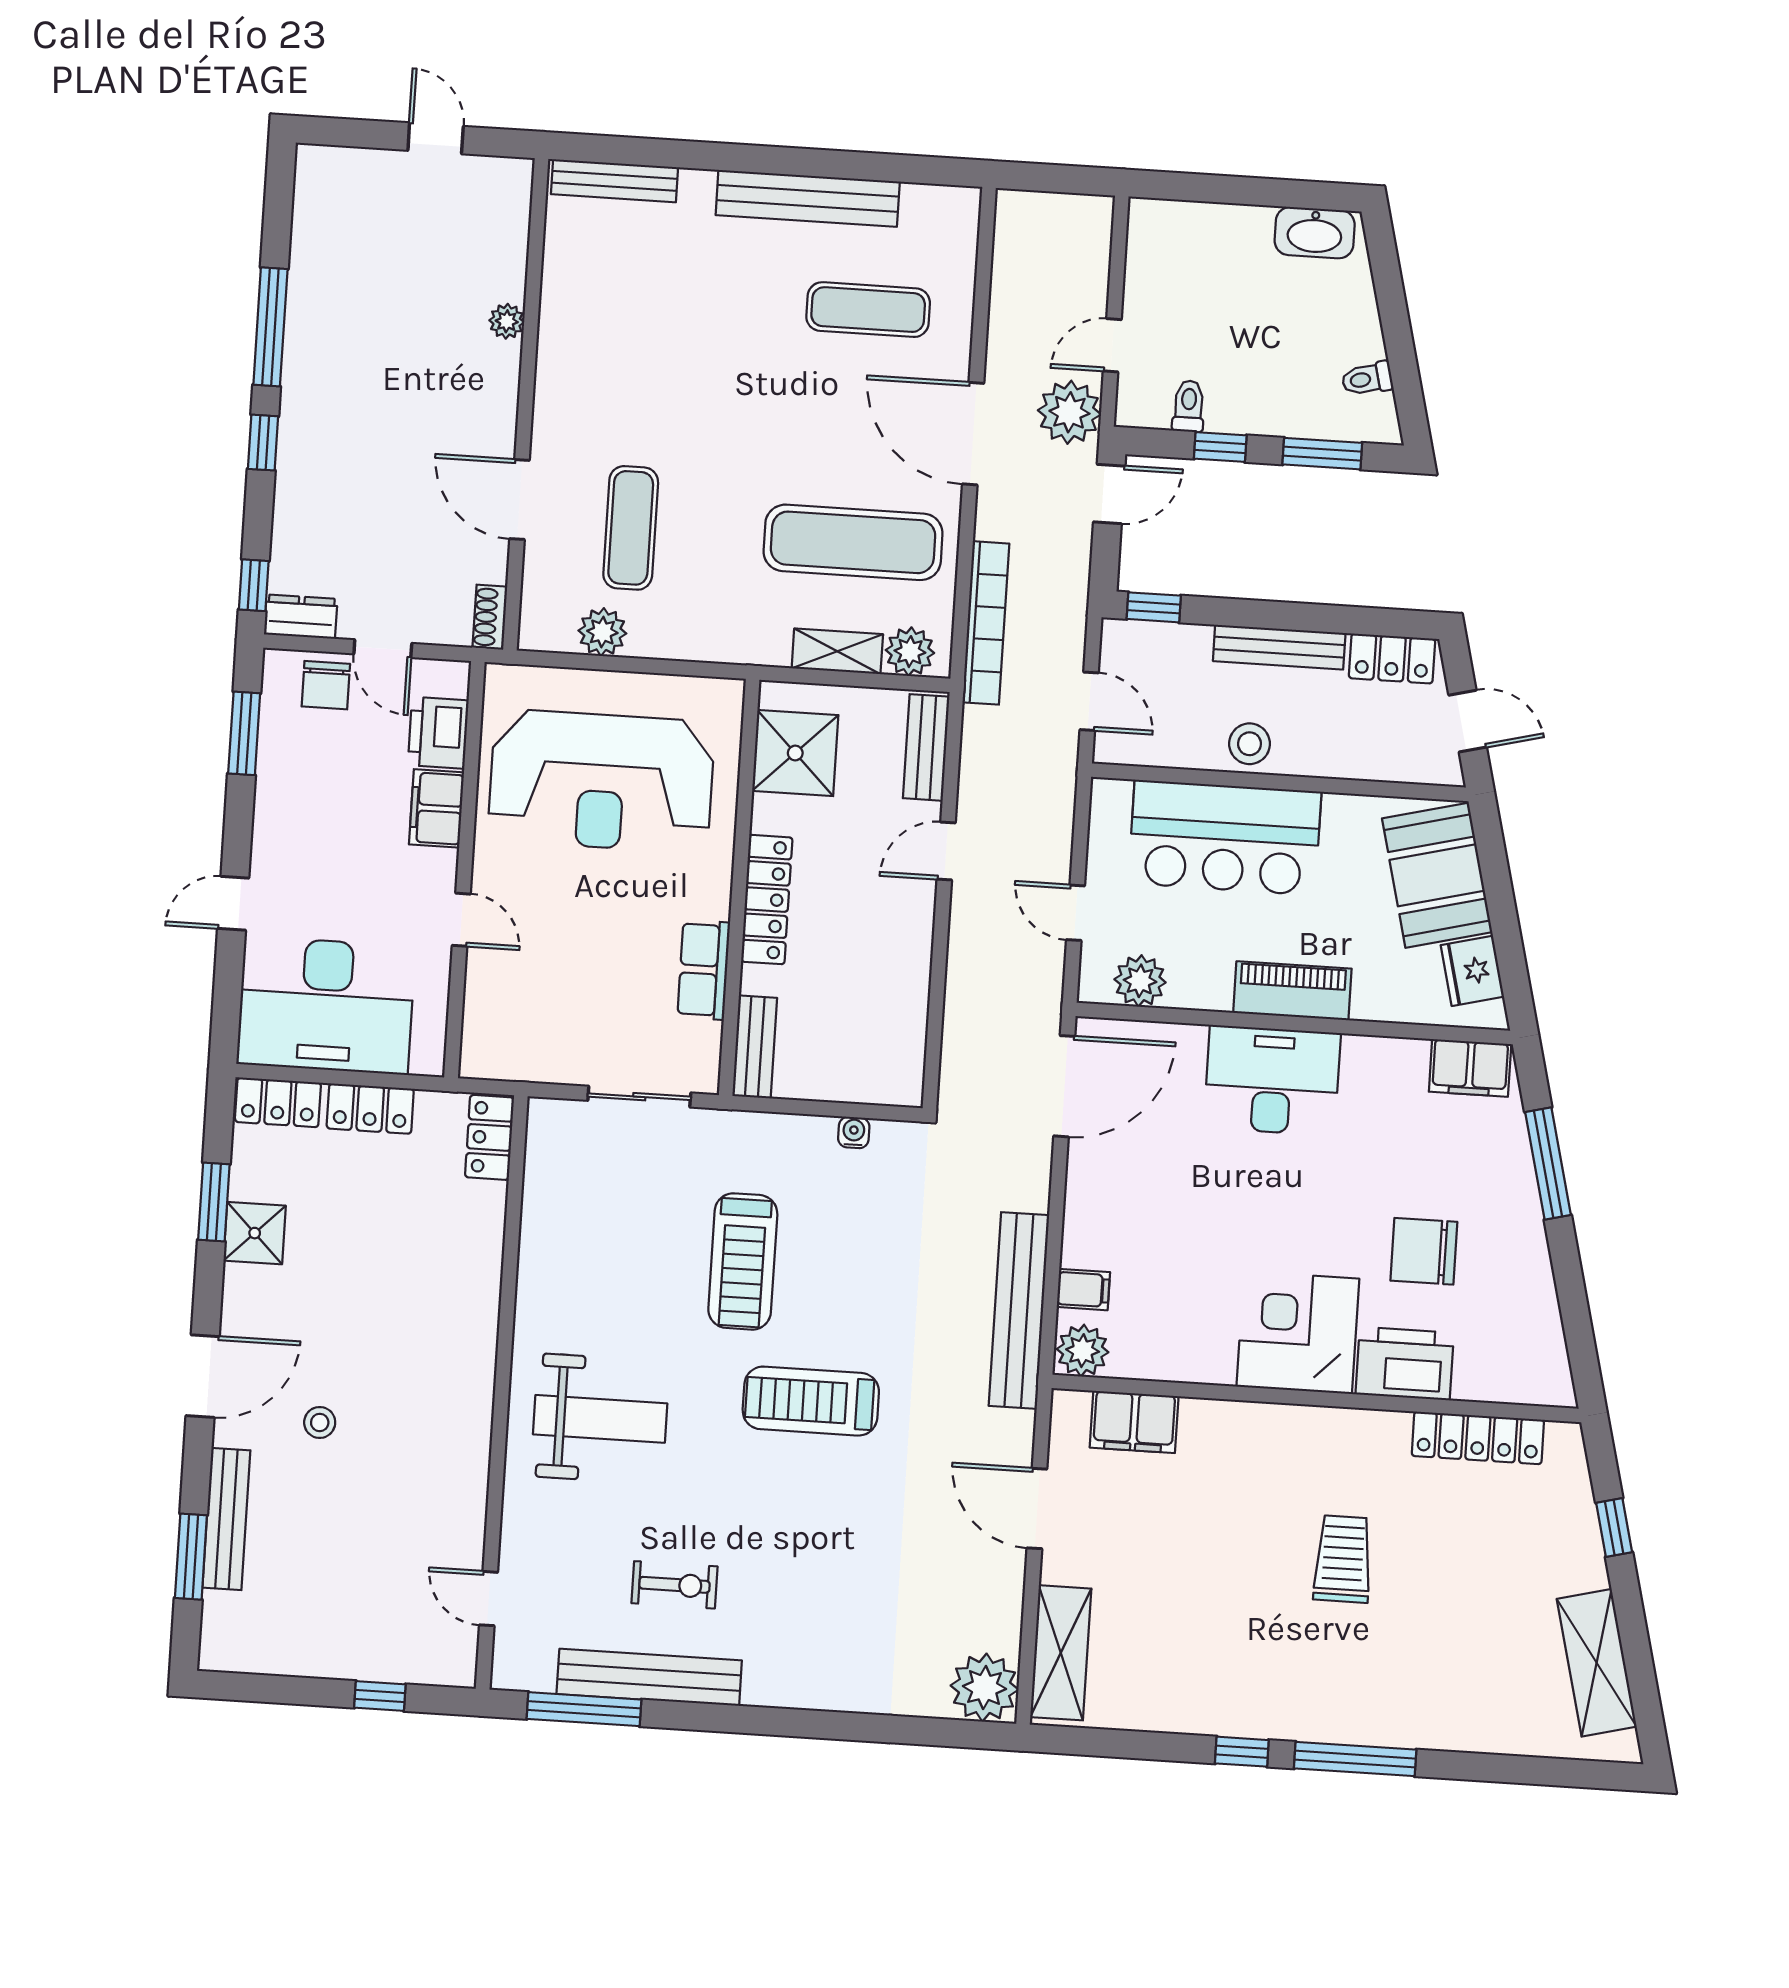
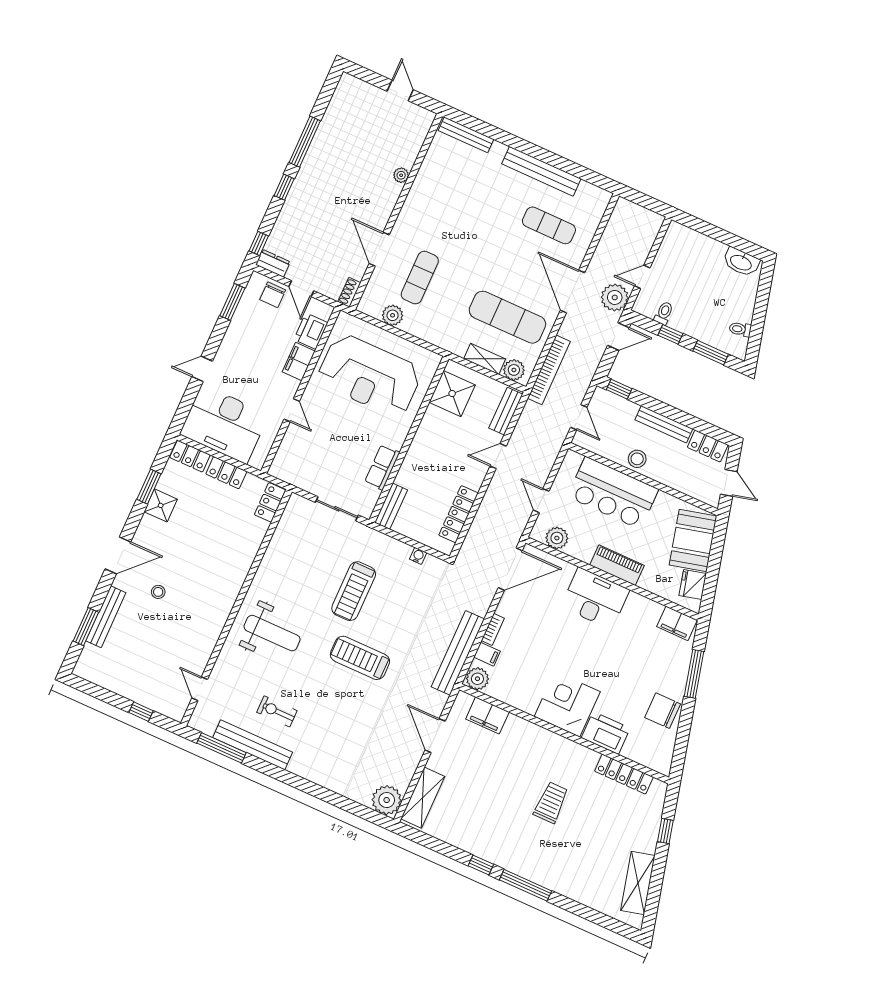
locker: (767, 900) -> (459, 514), moved, turned 180
bookcase: (1076, 1231) -> (493, 629), added
chair: (1424, 1251) -> (663, 711), moved
exercise bike: (674, 1585) -> (277, 711), turned 180

